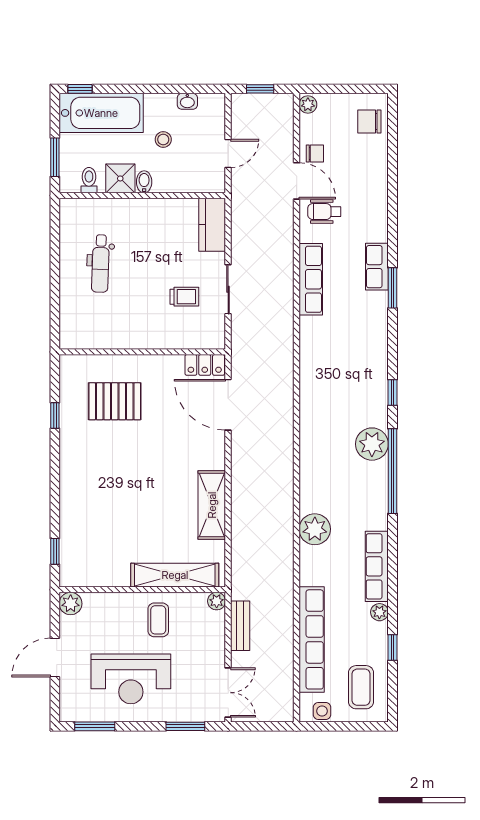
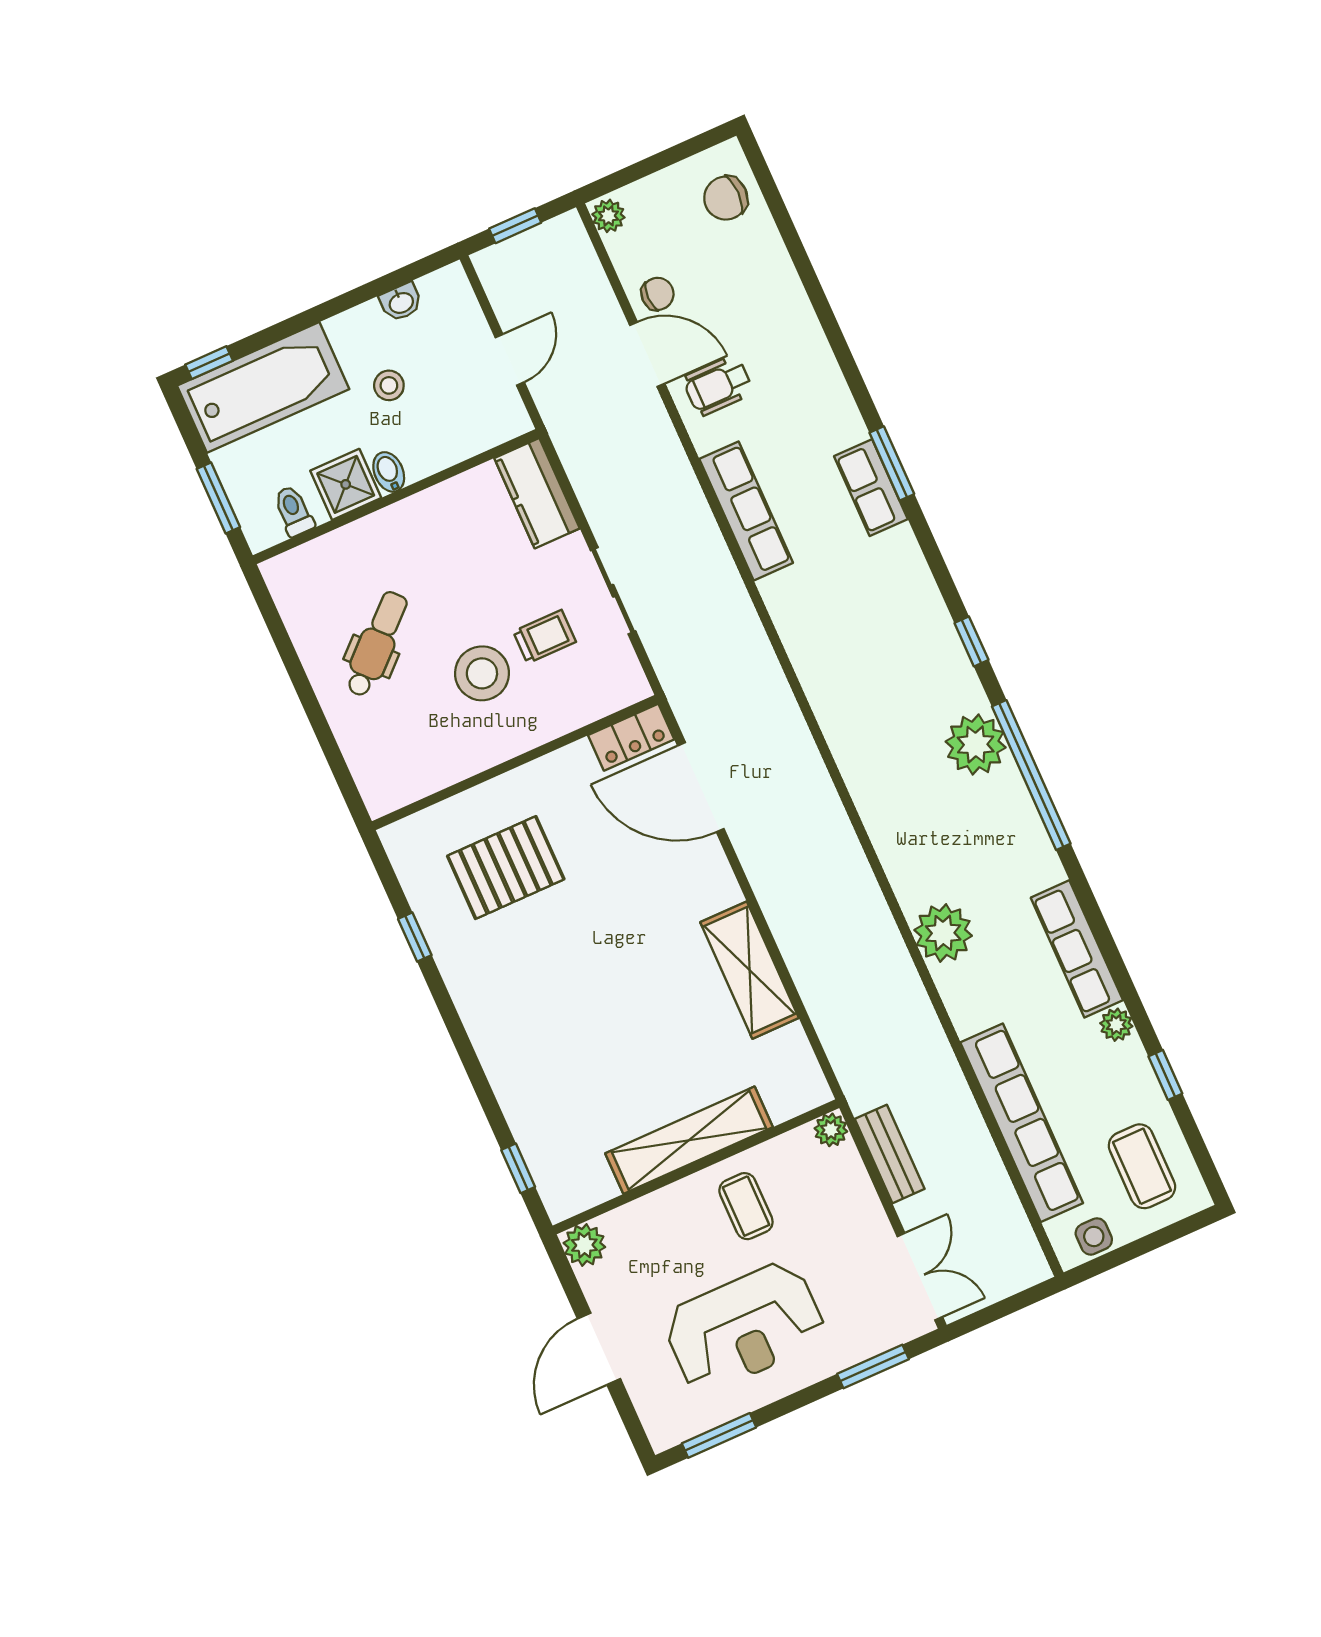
dental chair: (100, 264) -> (377, 644), turned -135
row of seats: (377, 267) -> (871, 488), moved
stool: (146, 301) -> (482, 673), added
shelving: (175, 575) -> (689, 1140), moved

